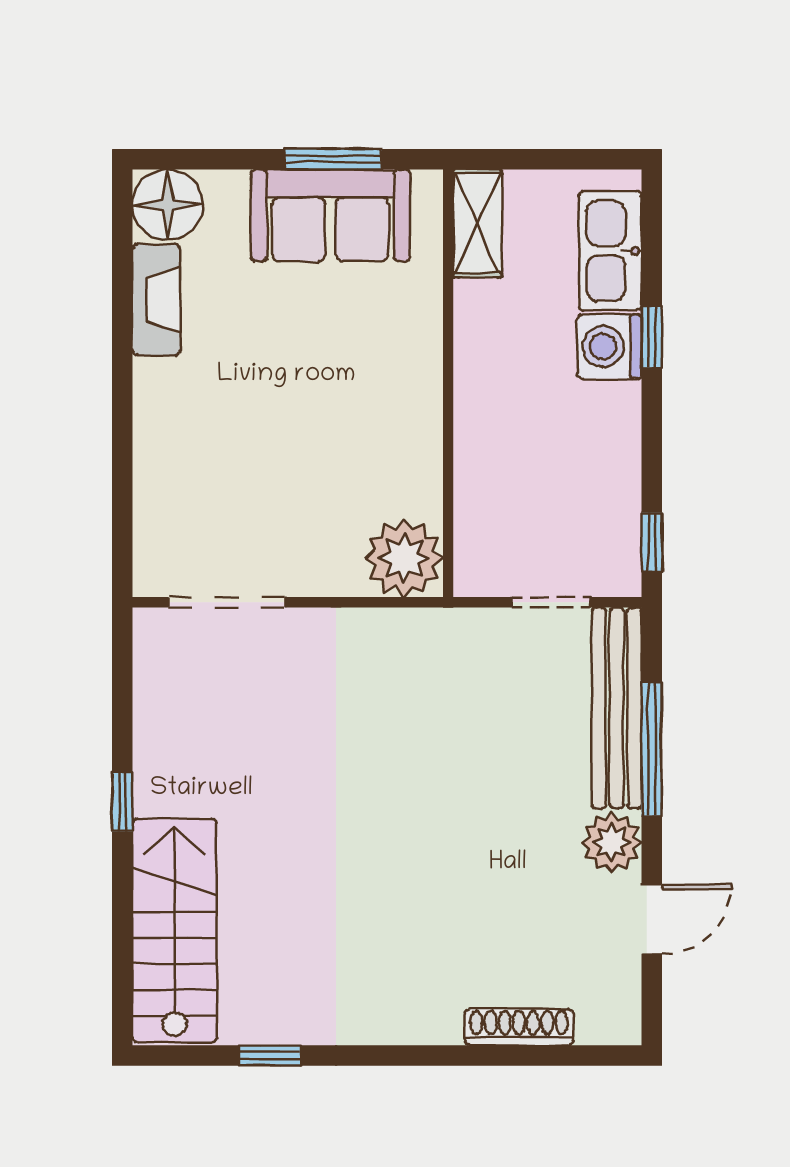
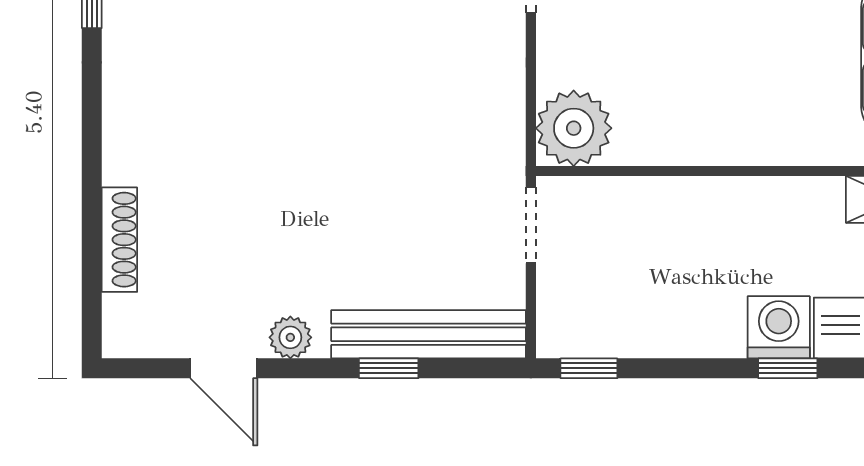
doorway: (551, 602) -> (531, 225), moved
window: (652, 749) -> (389, 368), width x0.46
plant: (612, 842) -> (290, 337), width x0.73, depth x0.73

